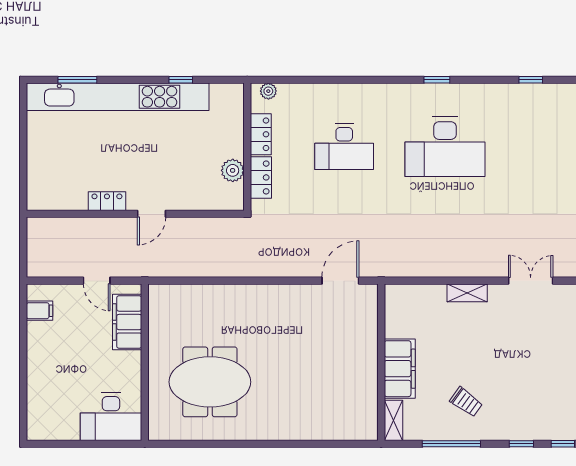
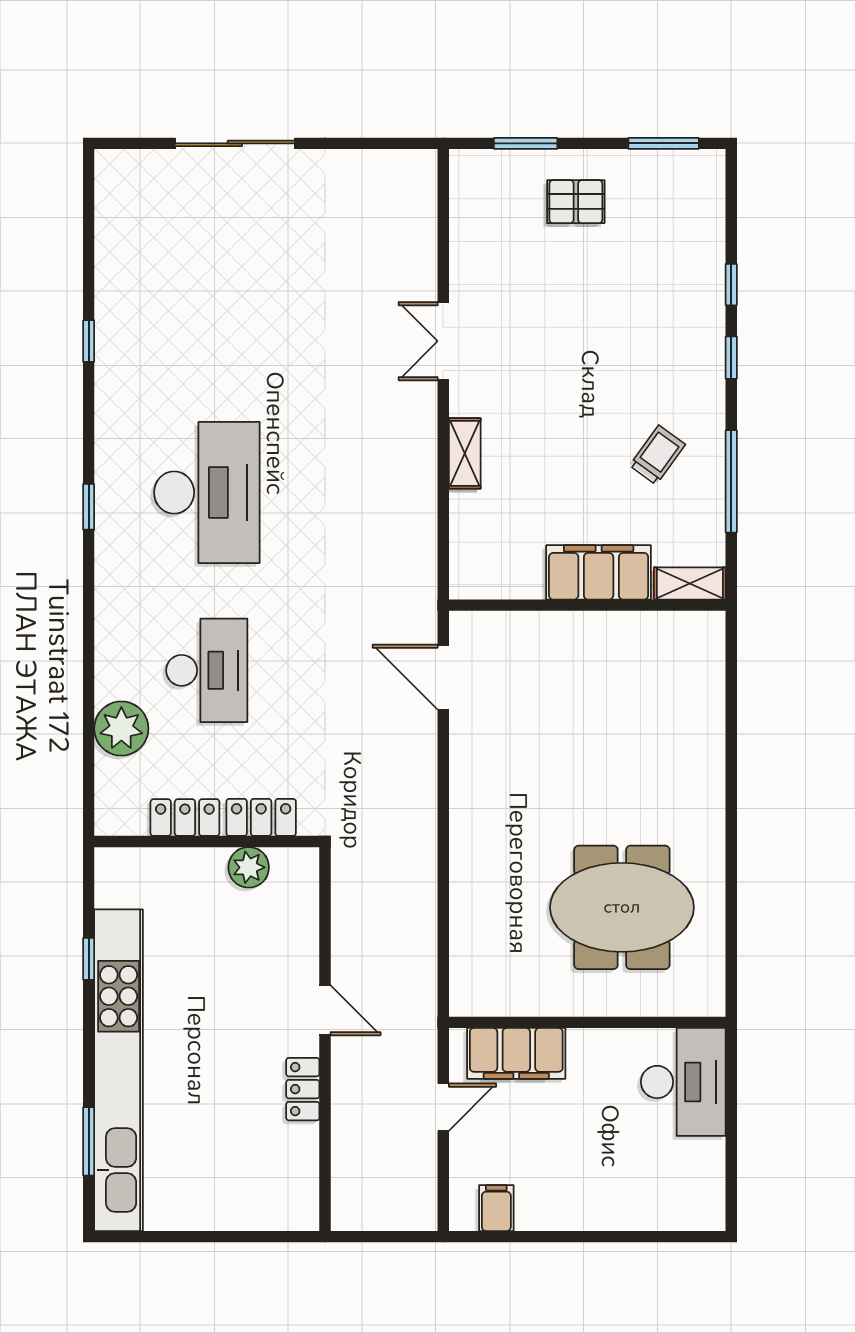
plant: (268, 91) -> (121, 729), moved, width x1.88, depth x1.88
meeting table: (210, 382) -> (622, 907), turned 90

